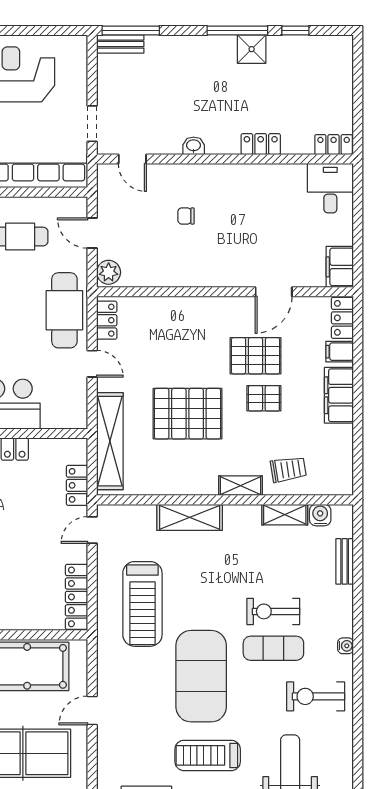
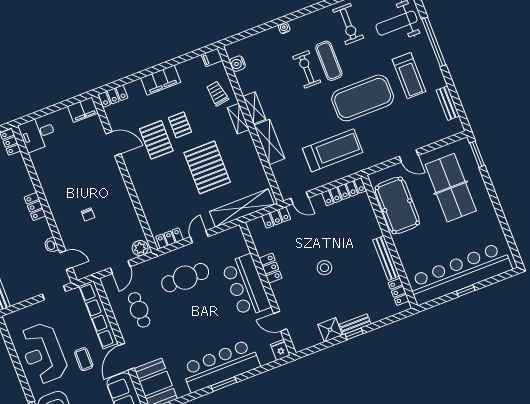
locker: (261, 144) -> (35, 207), moved
washbasin: (194, 146) -> (51, 245), moved
door: (132, 159) -> (66, 260), hinge flipped
cafe table: (64, 310) -> (185, 278), moved
filing cabinet: (340, 352) -> (212, 58), moved, turned 90
shelving: (285, 515) -> (254, 108), moved
bench: (345, 561) -> (260, 38), removed
exercise bike: (273, 611) -> (307, 69), turned 180
water cooler: (346, 646) -> (284, 28), moved

